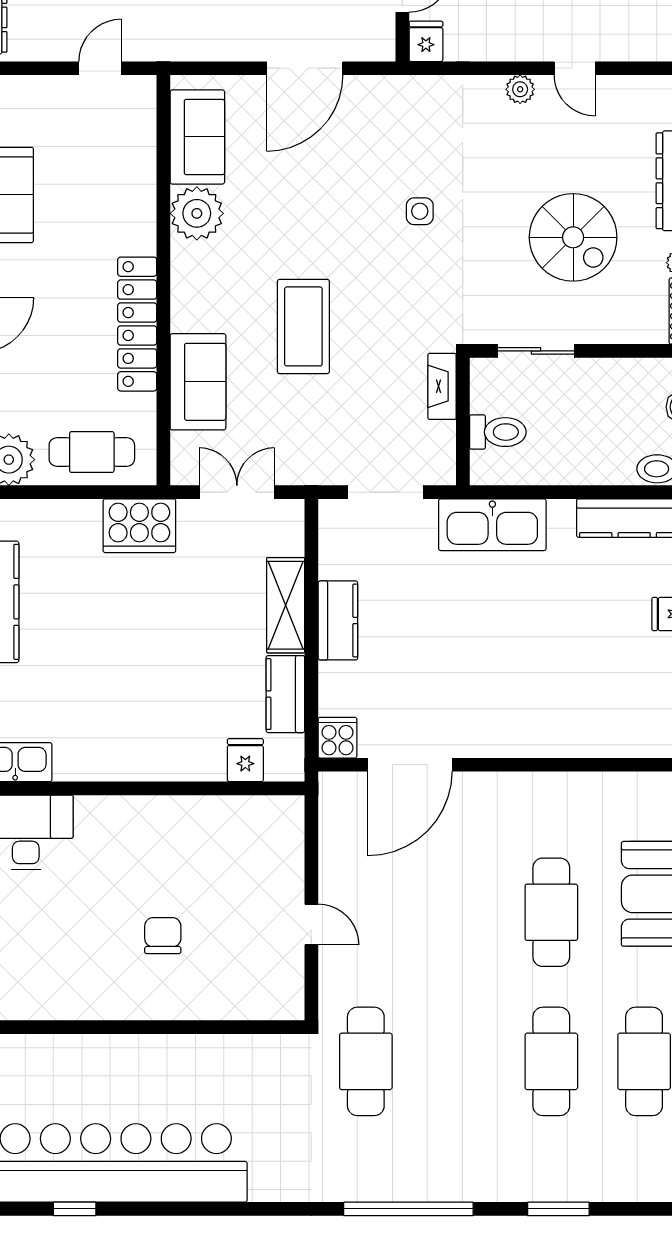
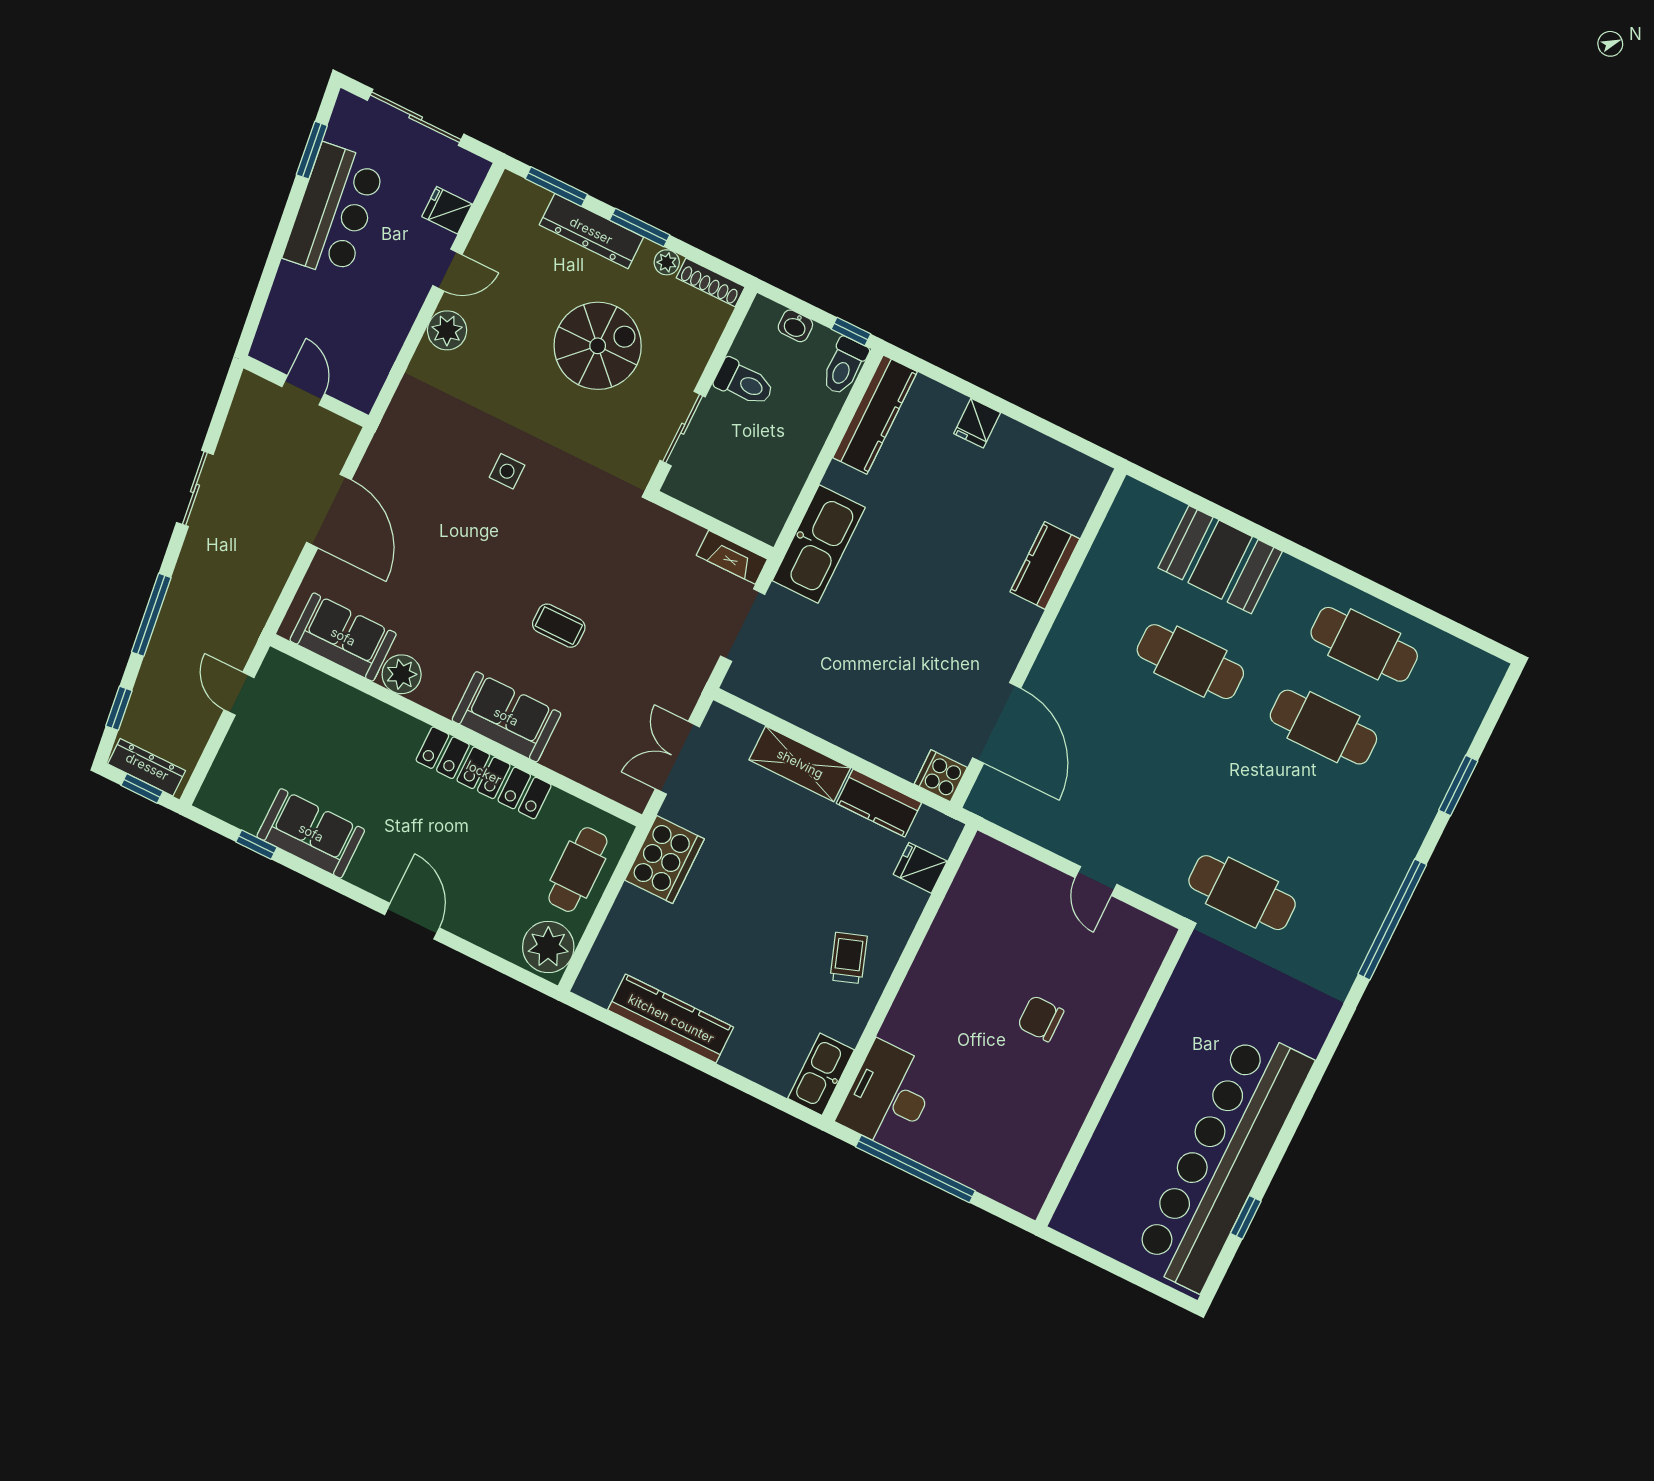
fridge: (426, 41) -> (447, 210), moved
plant: (520, 89) -> (447, 330), width x1.38, depth x1.38
plant: (197, 213) -> (402, 674), width x0.73, depth x0.73
coffee table: (303, 326) -> (559, 626), width x0.54, depth x0.58
sofa: (198, 382) -> (506, 717), moved
fireplace: (442, 386) -> (732, 557), moved
toilet: (498, 432) -> (744, 383), moved, turned 90
kitchen counter: (338, 620) -> (1045, 565), moved, turned -90
trolley: (132, 735) -> (849, 958), added
door: (311, 925) -> (1096, 881), swing flipped

